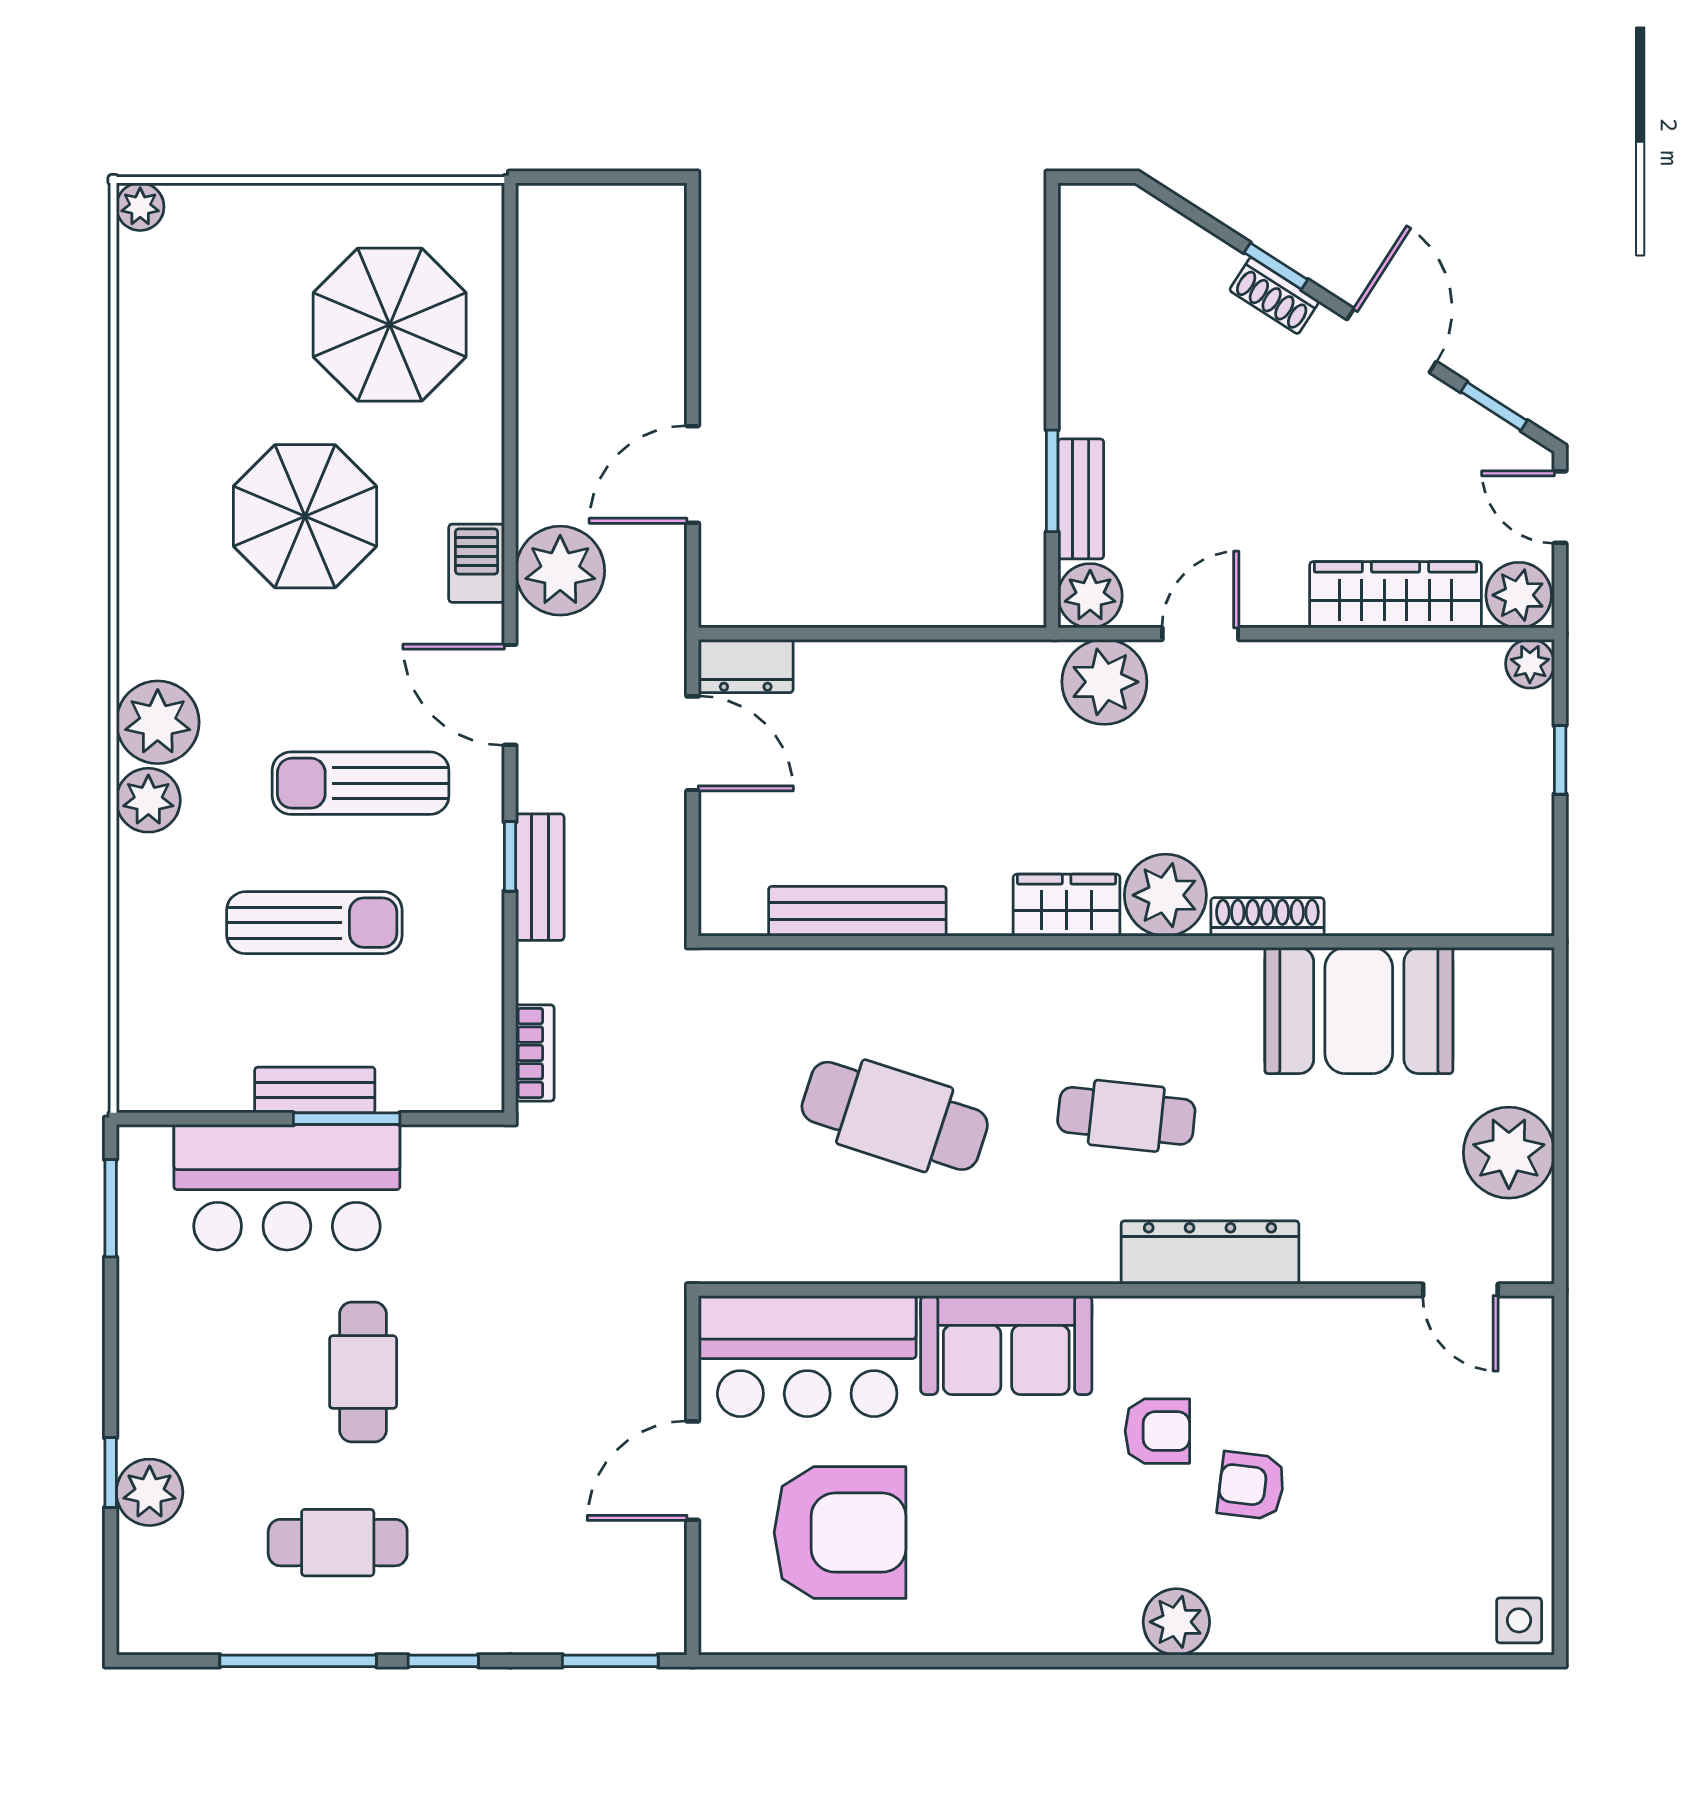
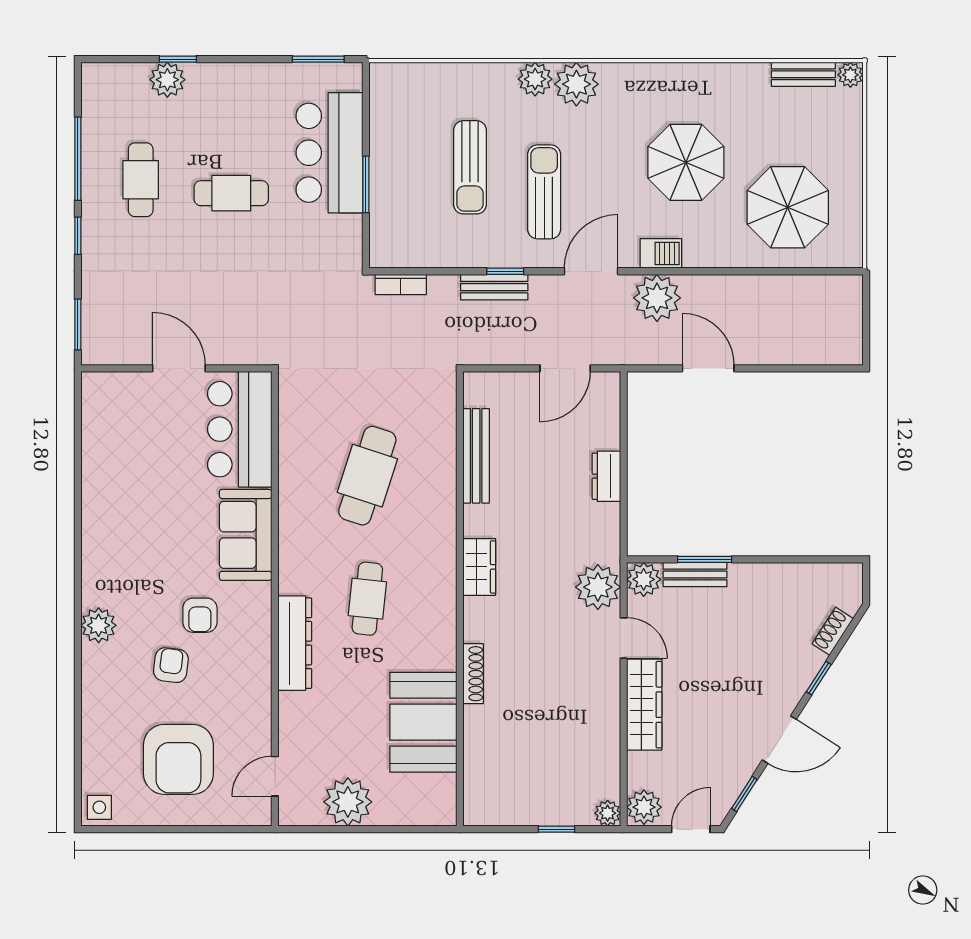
shoe rack: (1274, 296) -> (833, 631), moved
wardrobe: (1396, 595) -> (644, 705), moved
dresser: (746, 666) -> (606, 476), moved
plant: (1165, 895) -> (485, 619), removed
bench: (315, 1090) -> (803, 74), moved, turned 90
armchair: (840, 1533) -> (178, 759), moved

